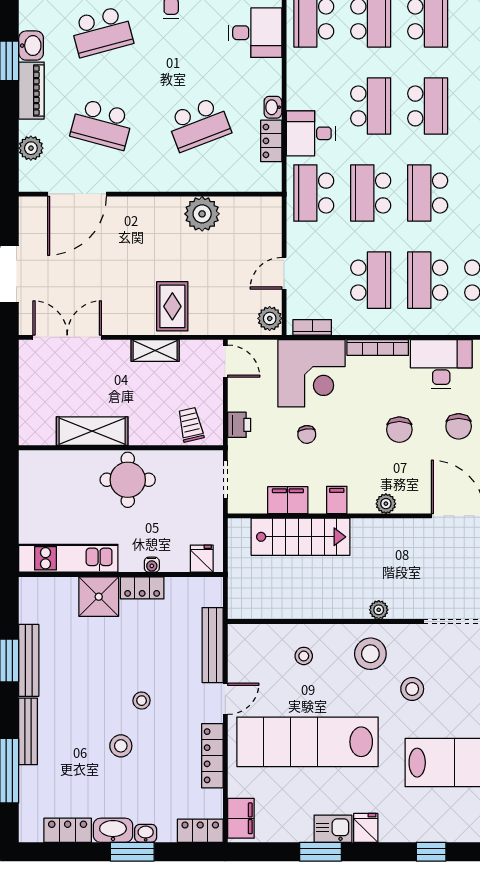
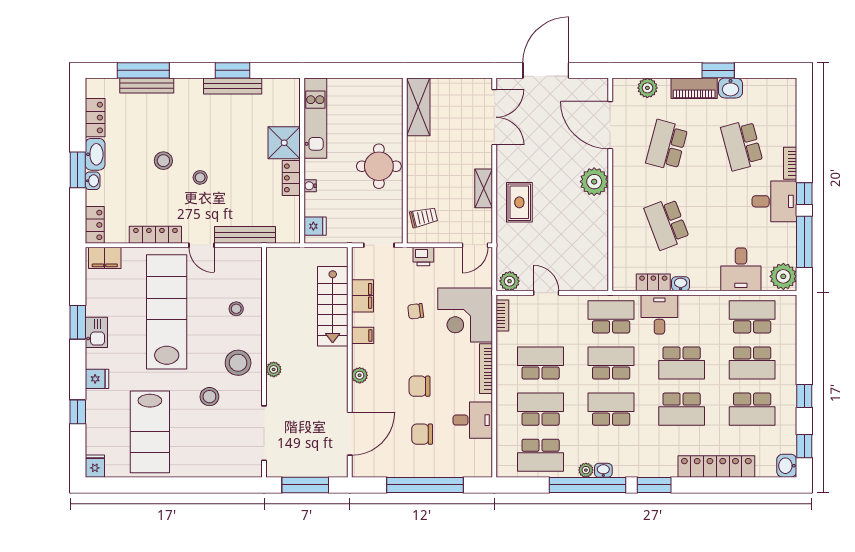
plant: (202, 214) -> (594, 182), moved
school desk: (371, 280) -> (541, 363), turned 180
rug: (172, 306) -> (519, 202), turned 90
desk: (441, 364) -> (473, 420), width x0.73
shelving: (92, 431) -> (418, 107), moved
bench: (28, 731) -> (147, 86), moved
fridge: (366, 828) -> (97, 379), moved

